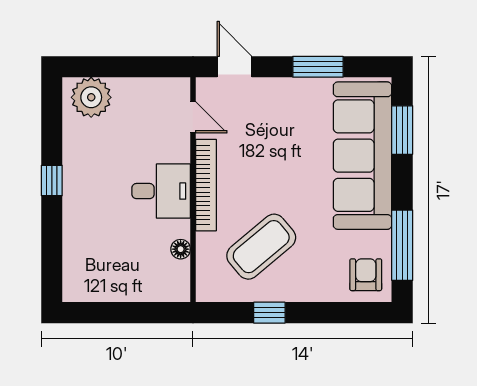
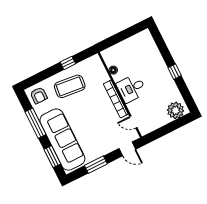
window: (402, 245) -> (36, 123), moved
coffee table: (261, 247) -> (70, 86), moved, turned 46

